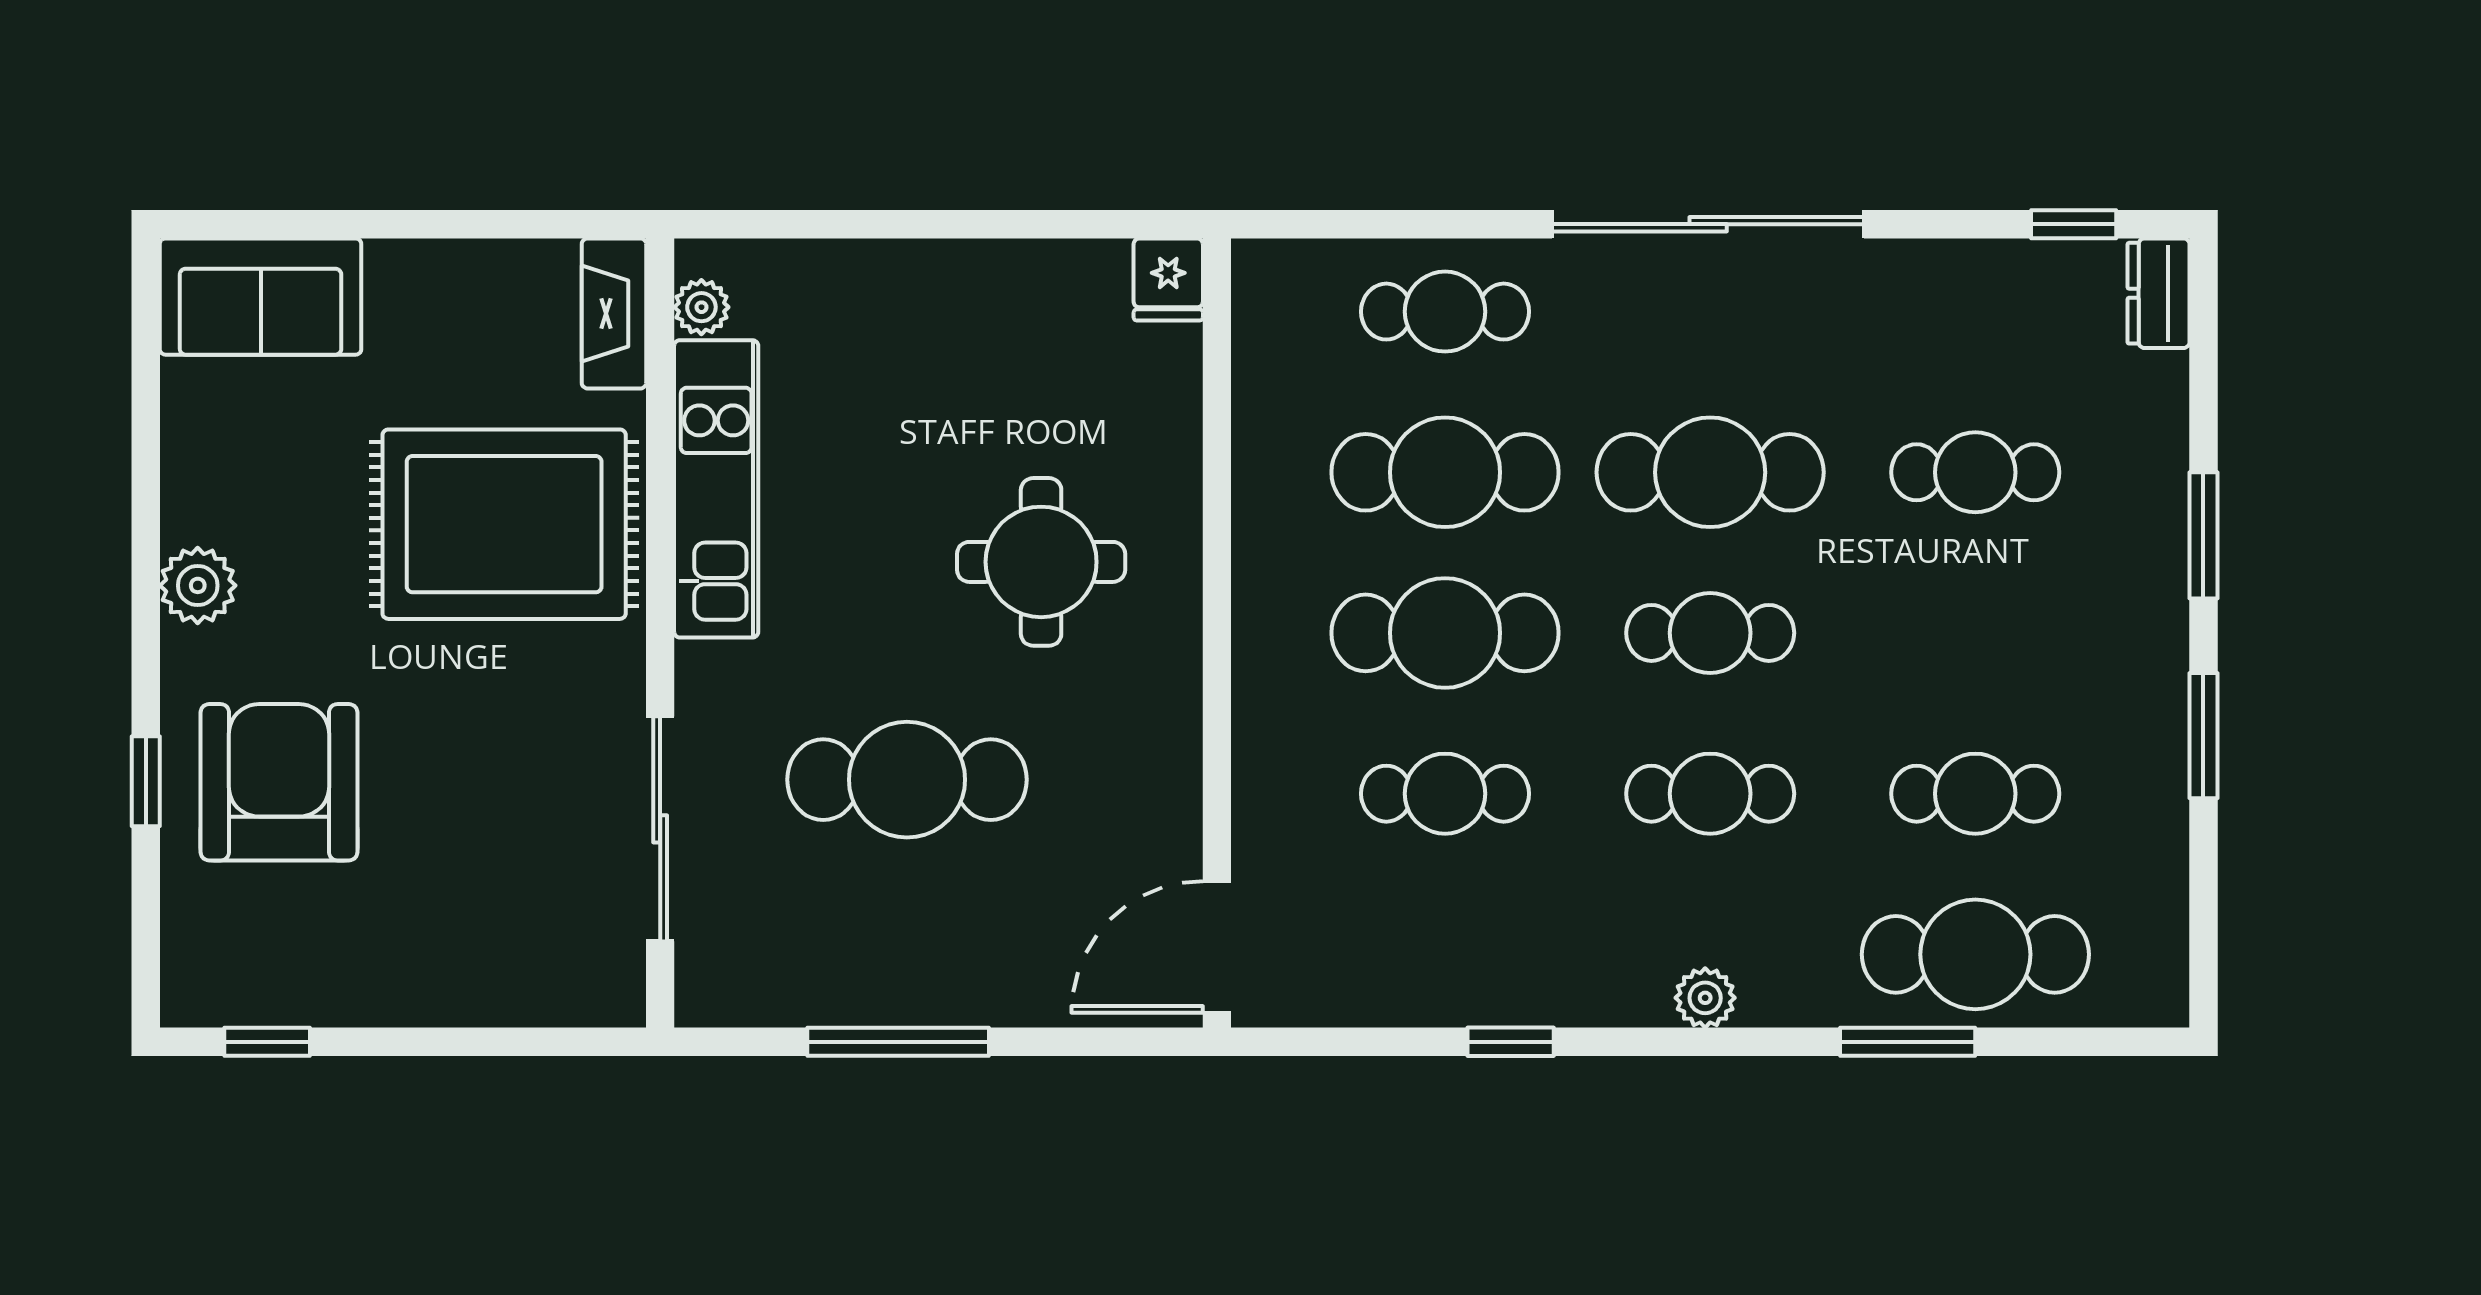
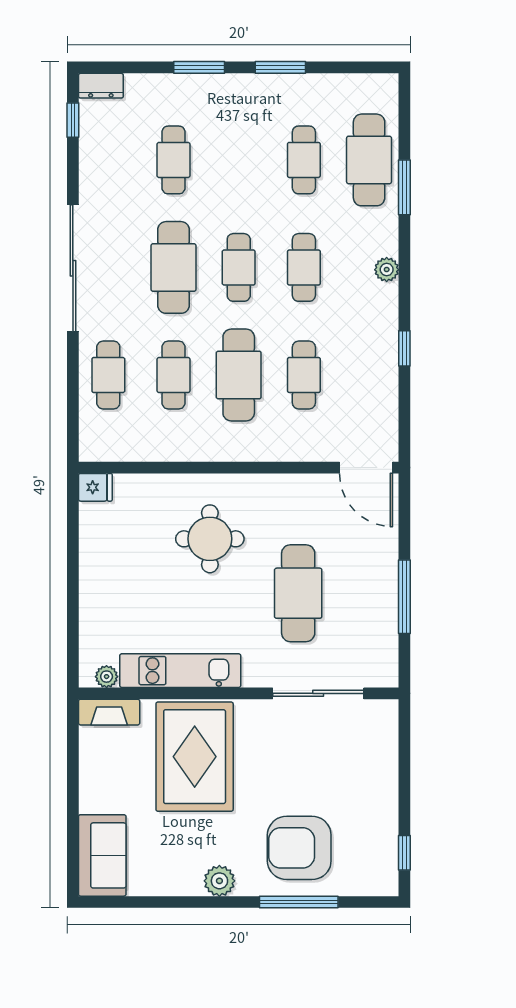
cafe table: (1445, 472) -> (174, 375), width x0.73, depth x0.74
window: (146, 781) -> (299, 902), width x2.17

